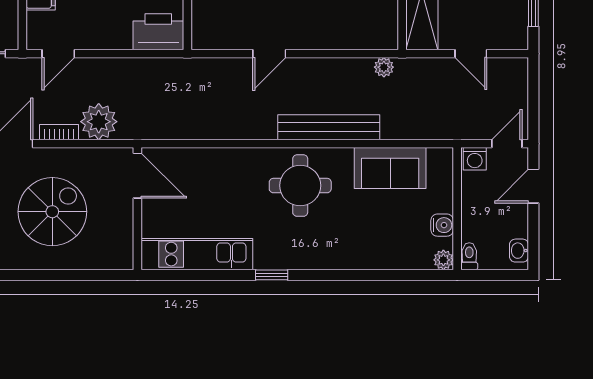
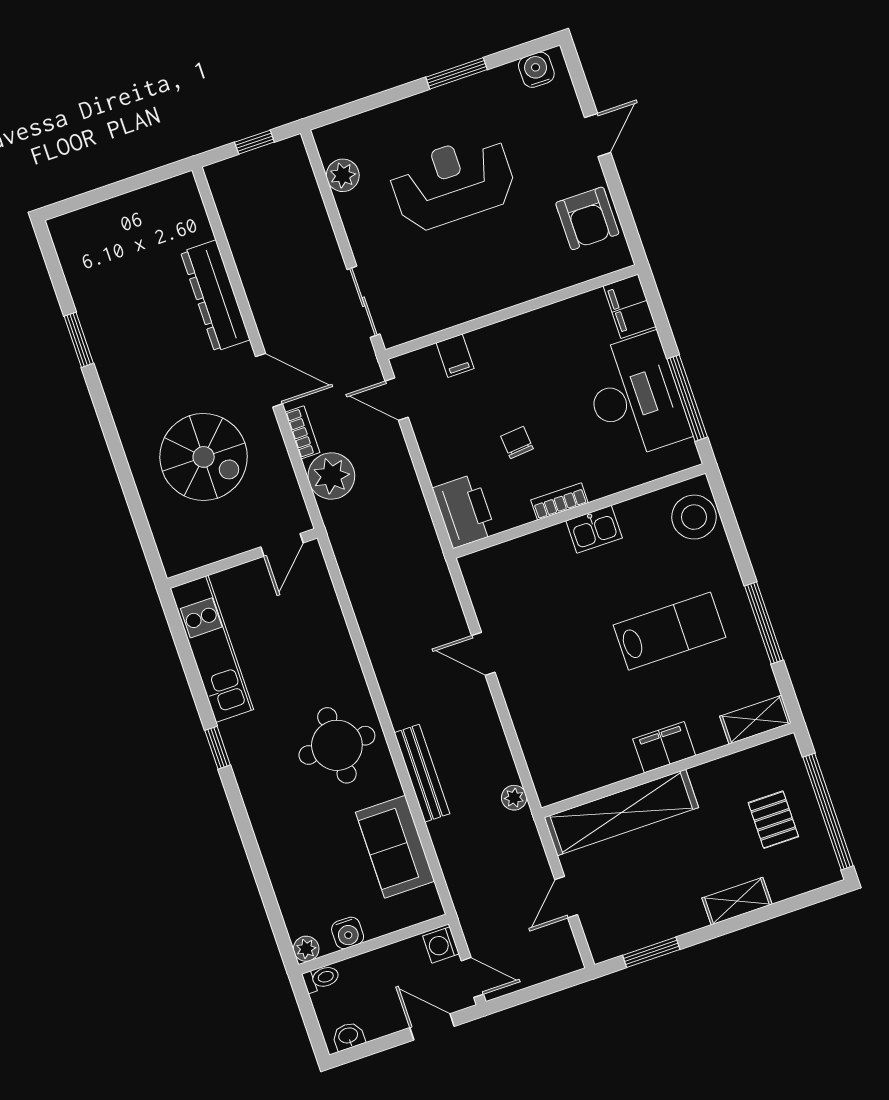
bench: (329, 127) -> (422, 773), width x0.73, depth x0.82
door: (137, 176) -> (282, 545), width x0.73

